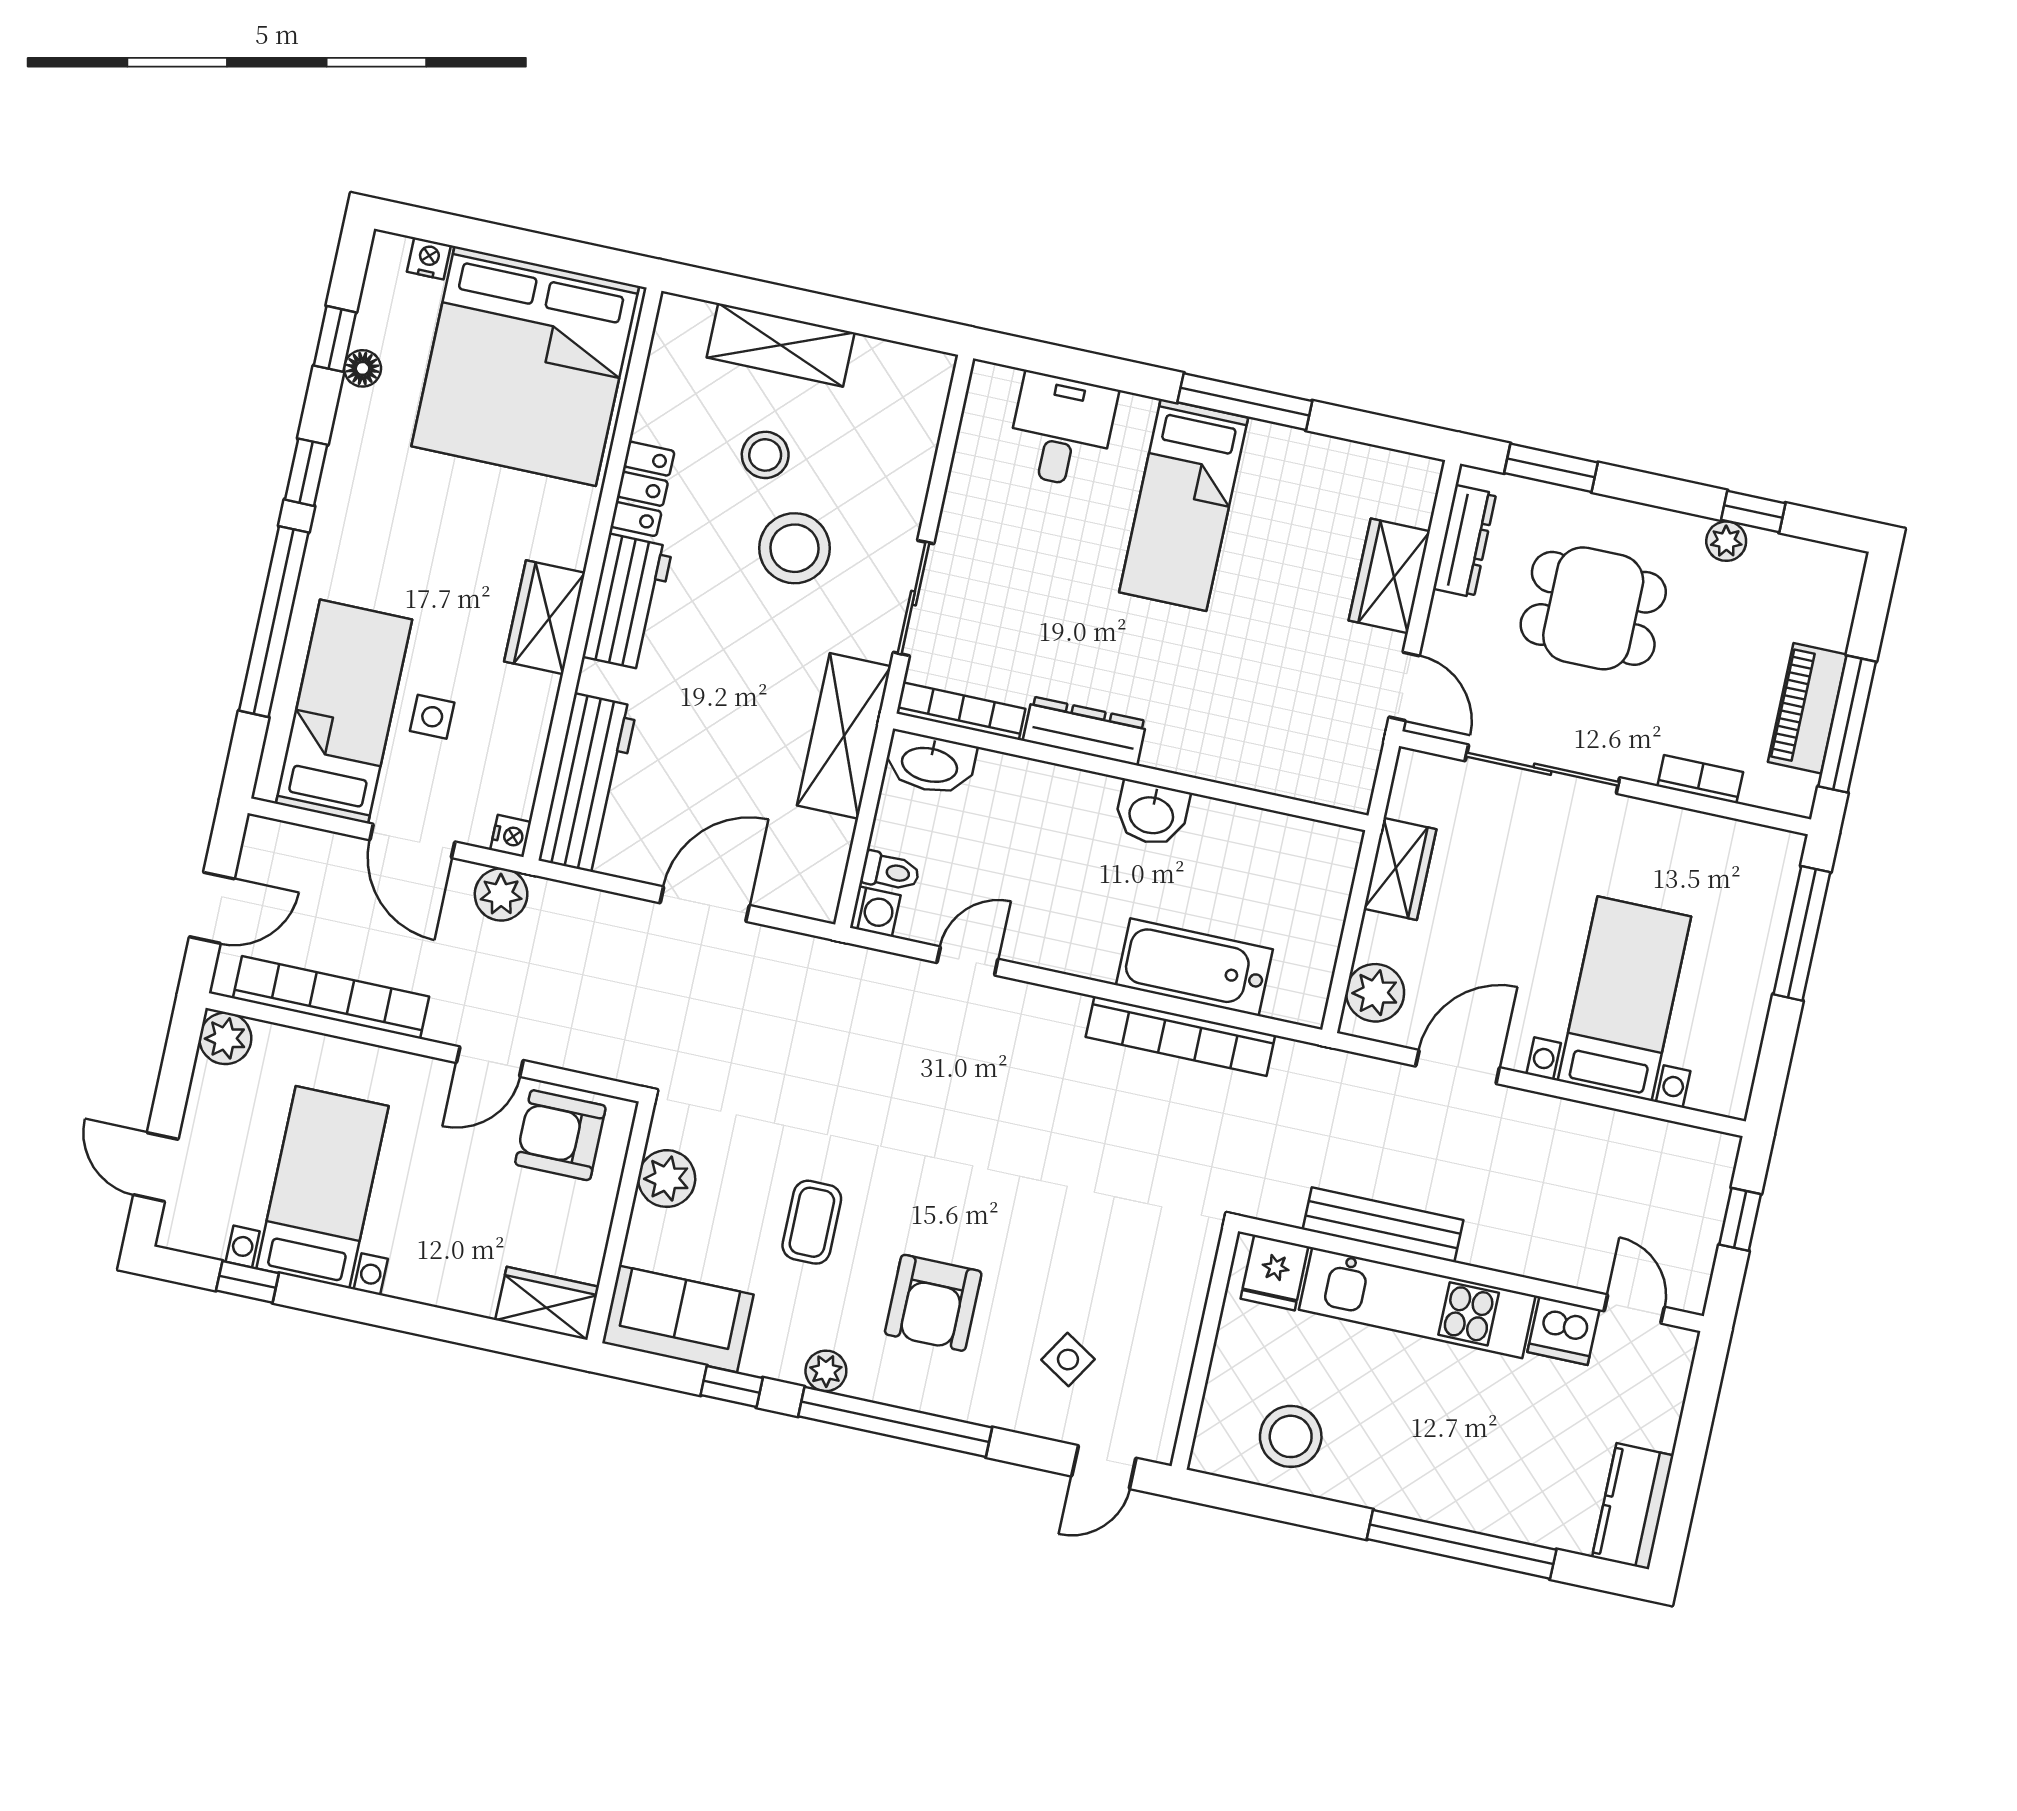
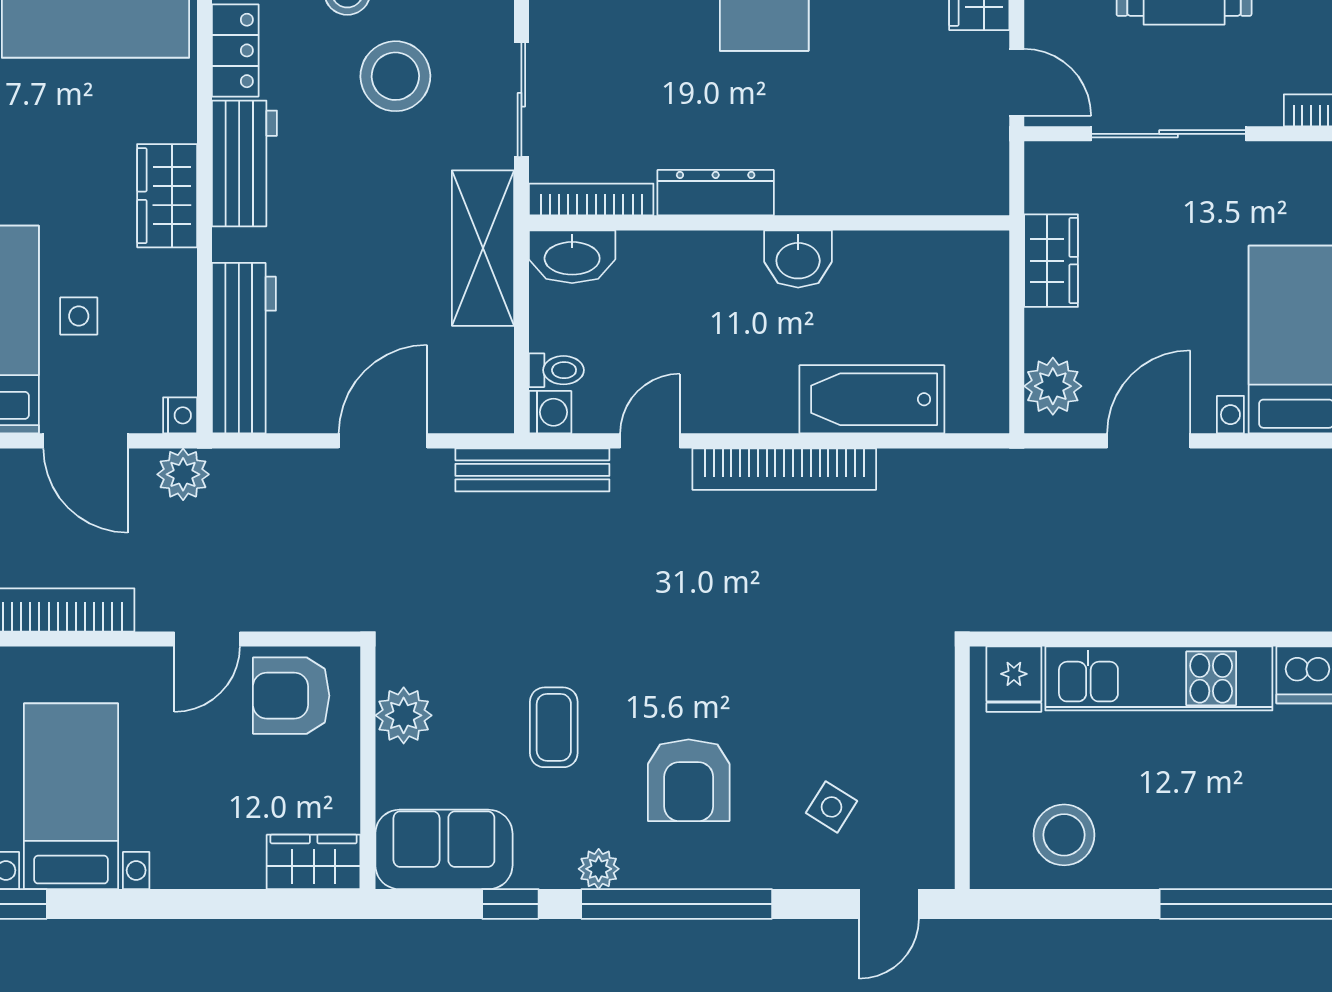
bookcase: (1180, 1036) -> (784, 469), moved
bench: (1383, 1225) -> (532, 470), moved

